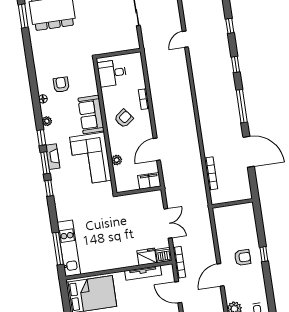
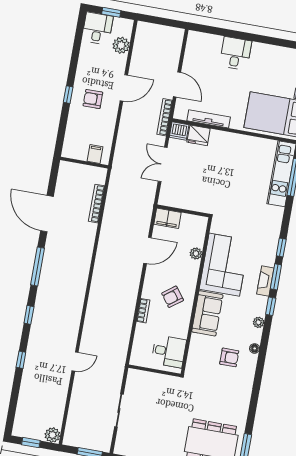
armchair: (61, 85) -> (229, 357), turned -90
filing cabinet: (226, 213) -> (95, 154), added

